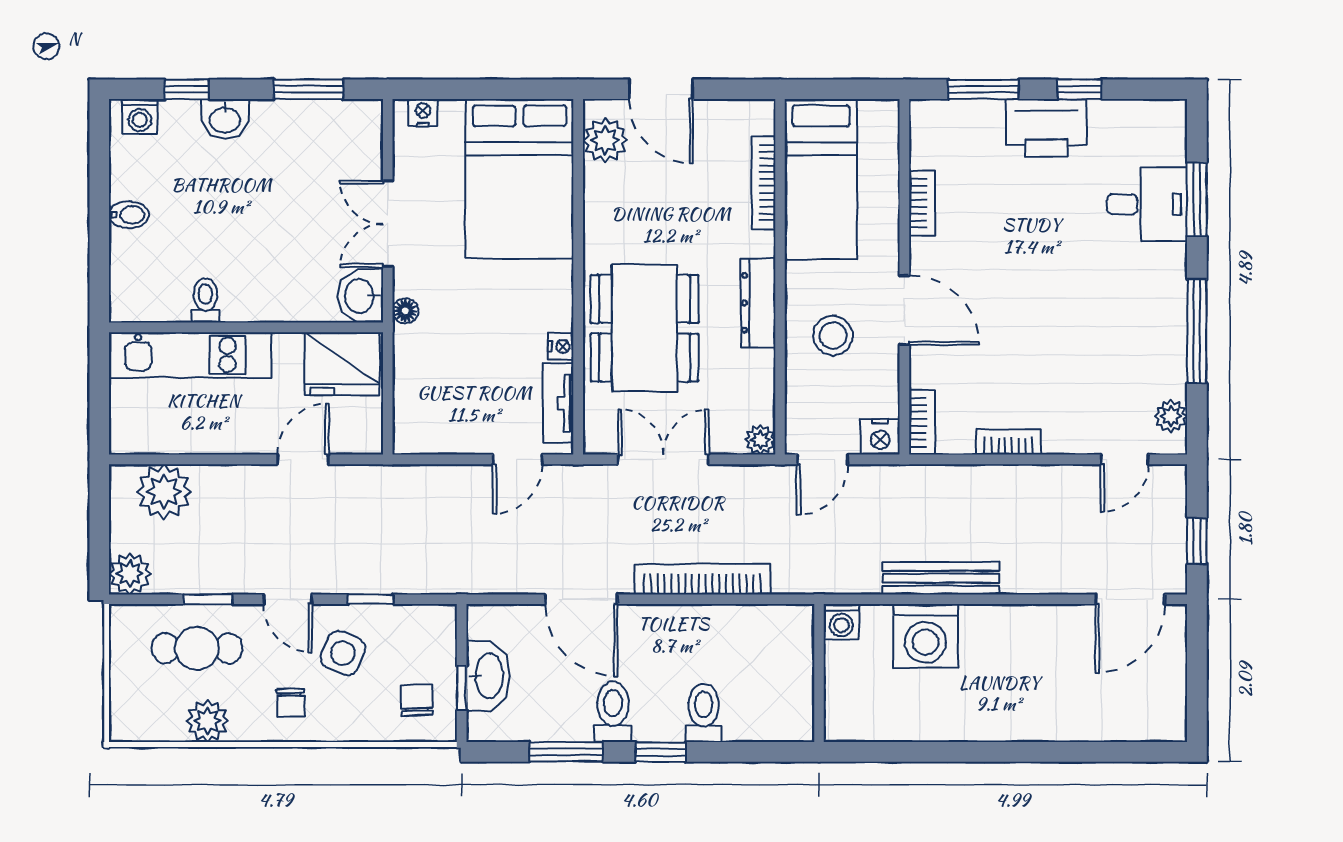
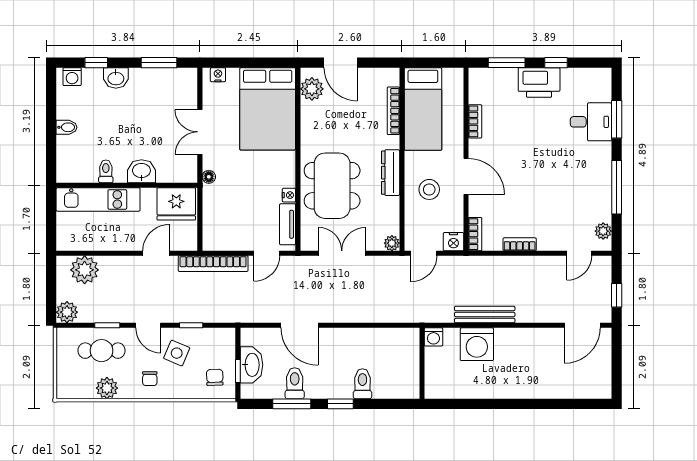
washbasin: (360, 296) -> (141, 171), moved, turned 90
bookcase: (702, 579) -> (213, 264), moved, turned 180
toilet: (613, 712) -> (295, 383), moved

